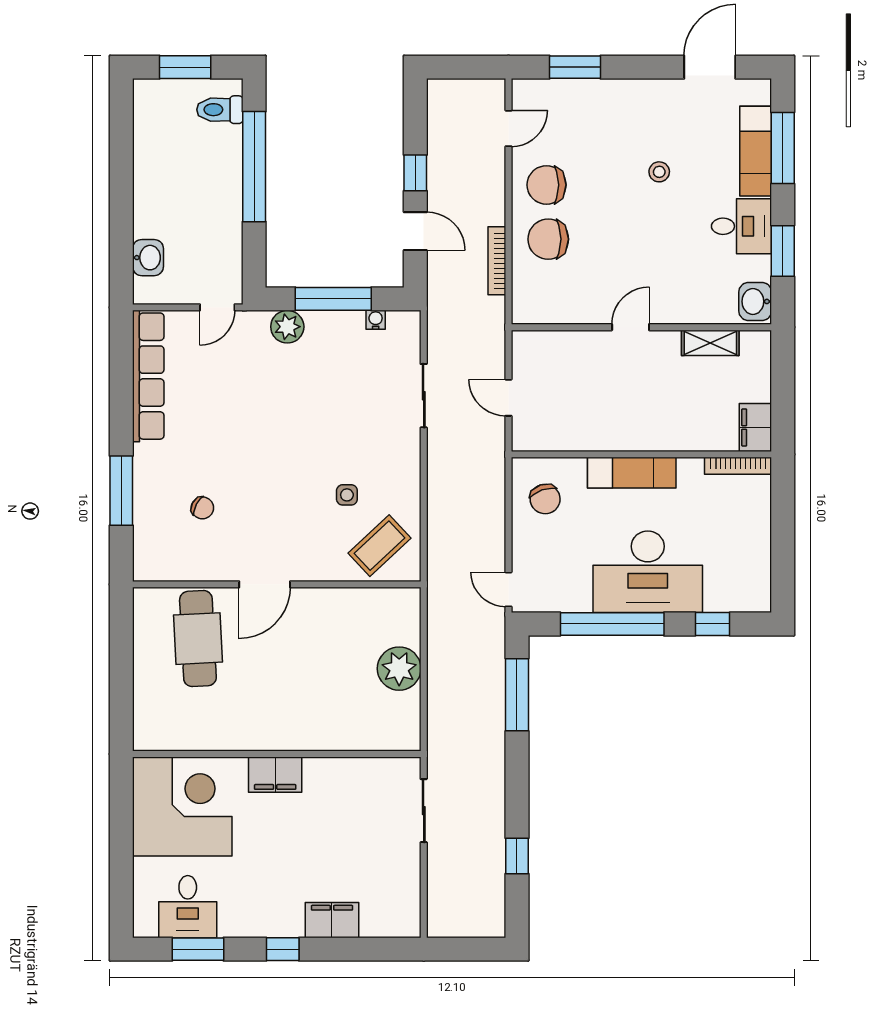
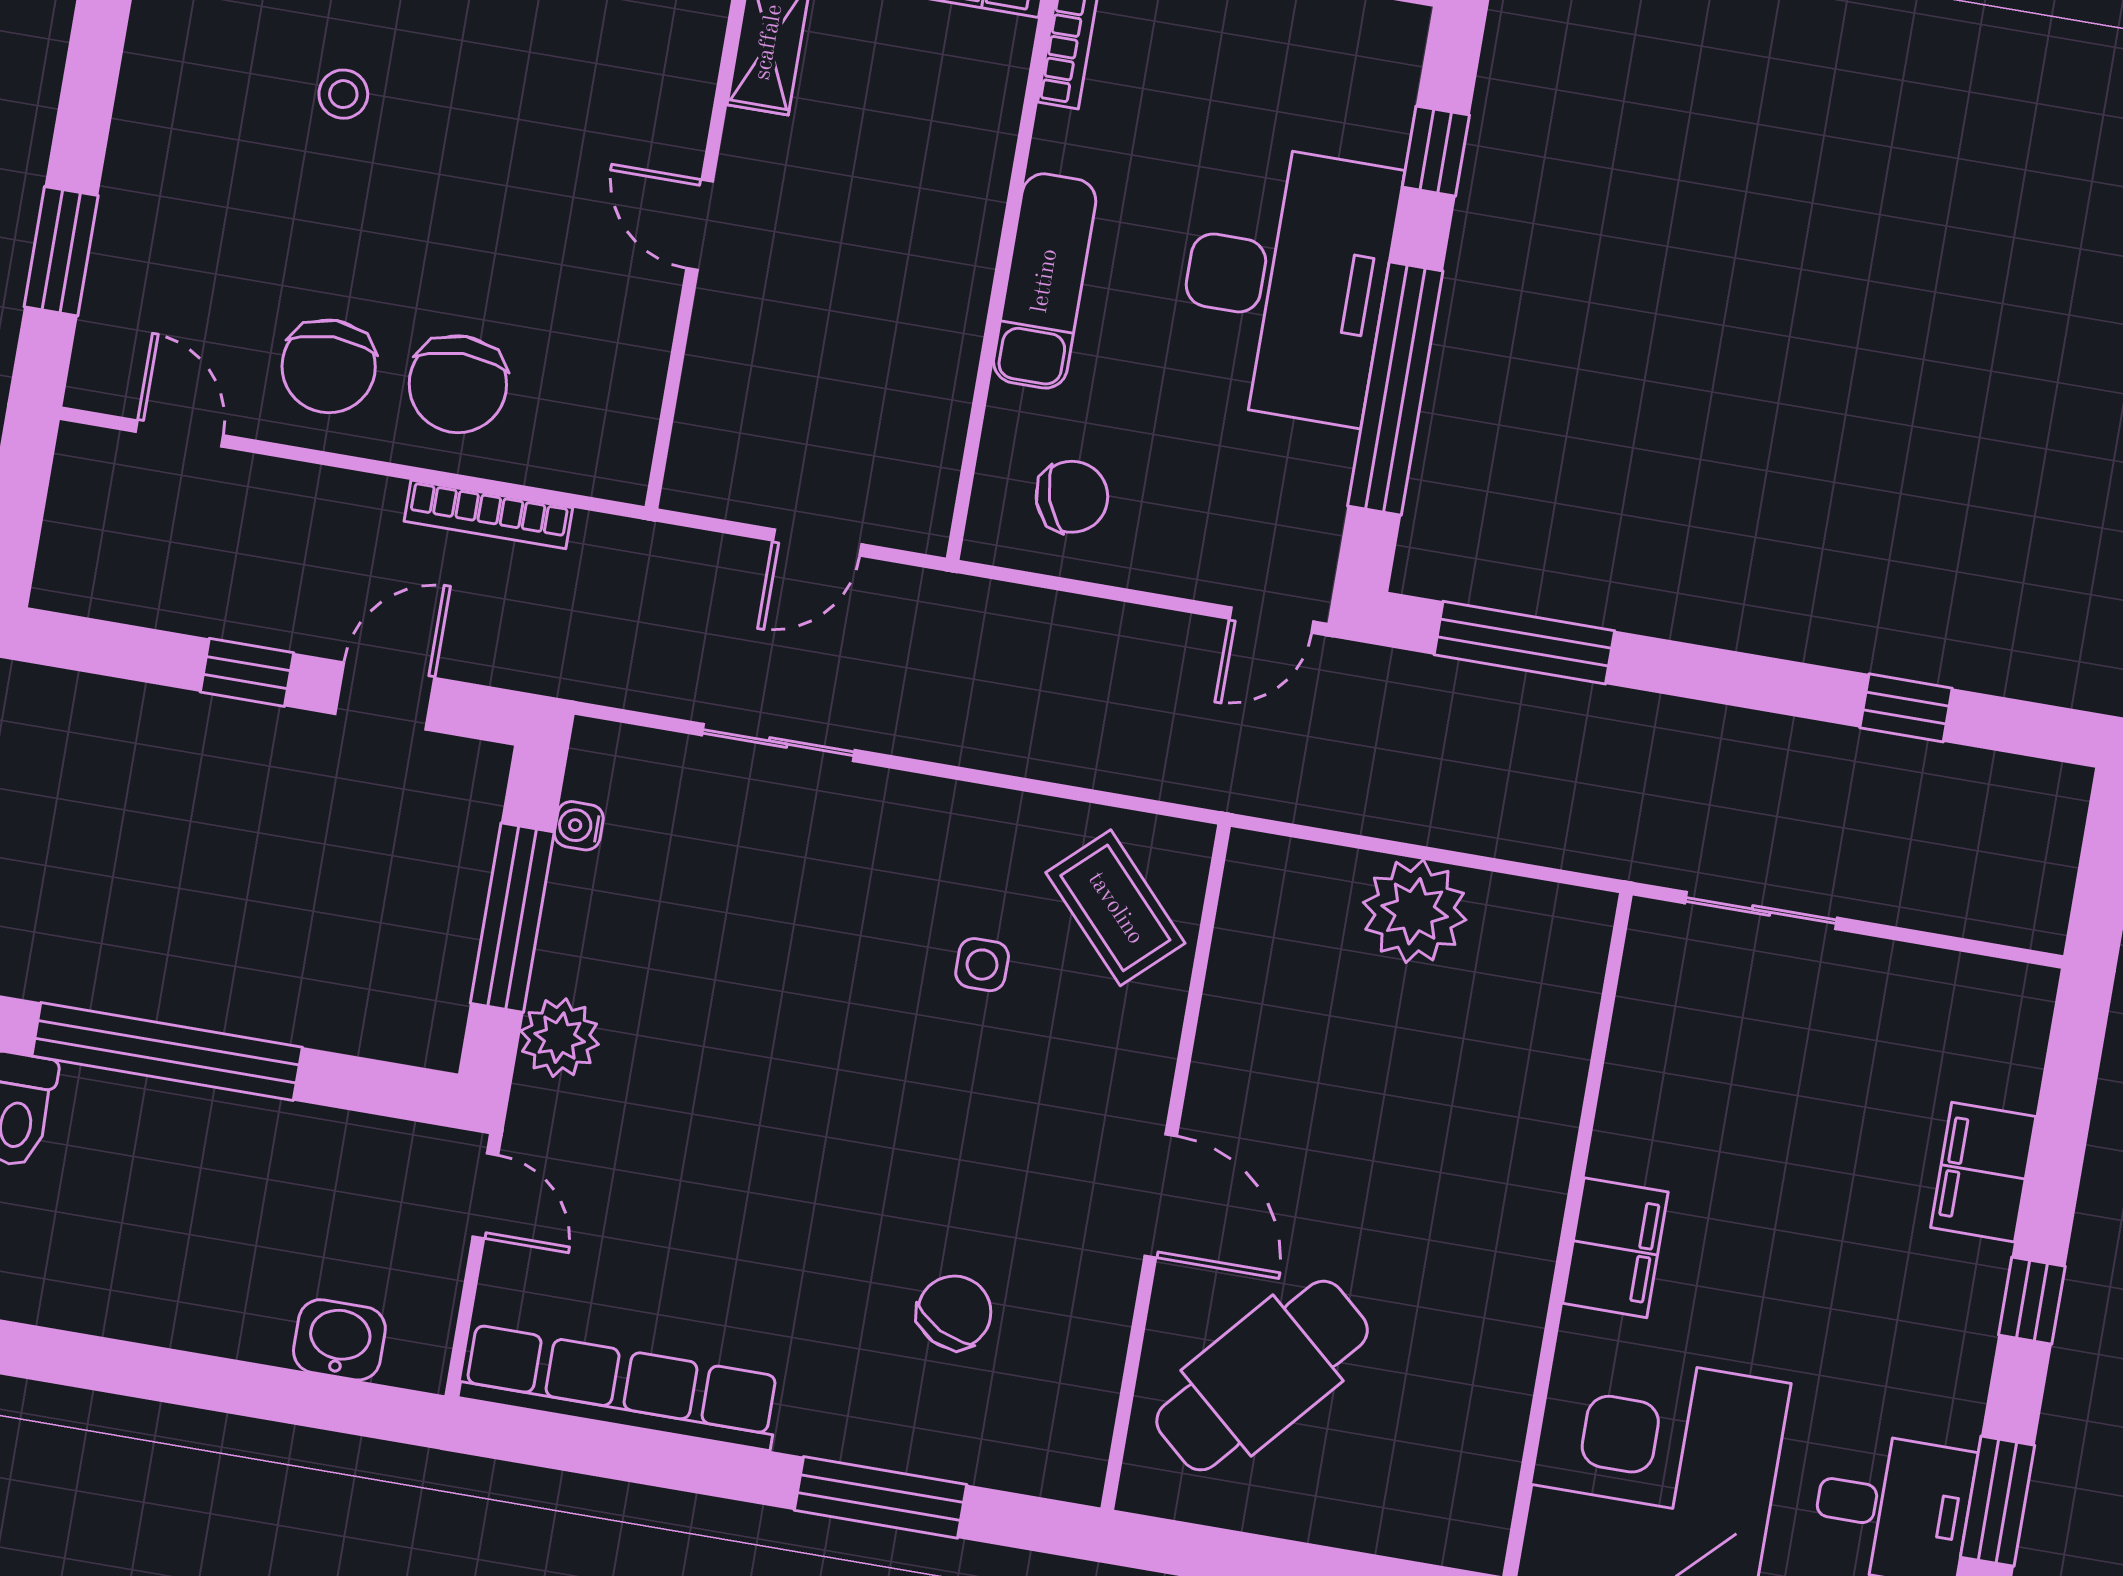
chair: (202, 508) -> (954, 1312), width x1.37, depth x1.37
cafe table: (198, 639) -> (1262, 1376), turned -46

